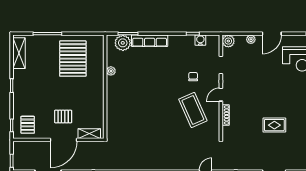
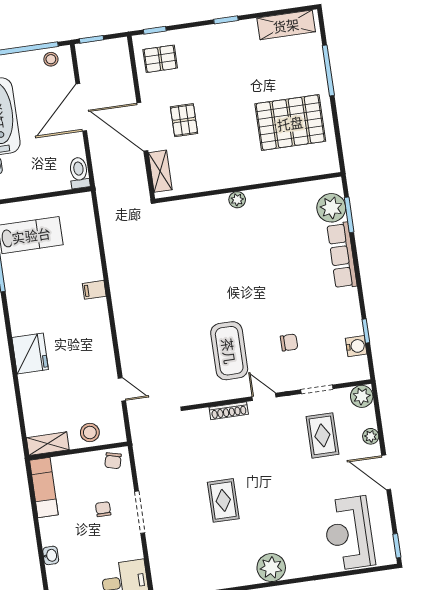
rug: (247, 66) -> (322, 435), added
plant: (111, 71) -> (237, 200), moved
coffee table: (193, 110) -> (229, 351), turned -66

